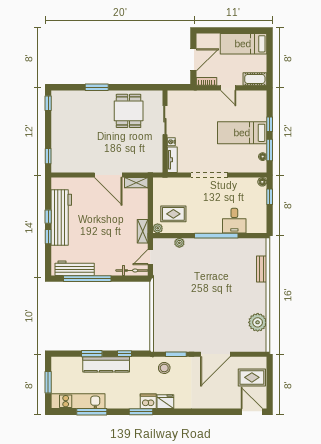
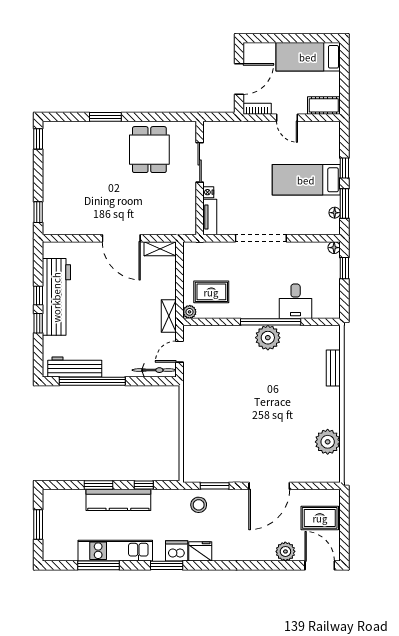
plant: (179, 243) -> (268, 338), moved, width x1.87, depth x1.87
kitchen unit: (78, 401) -> (115, 551), moved
plant: (227, 402) -> (285, 551), added

